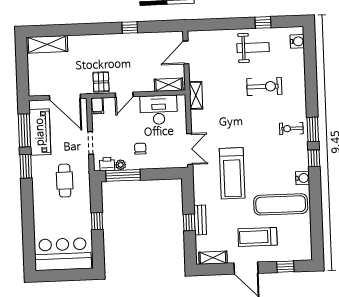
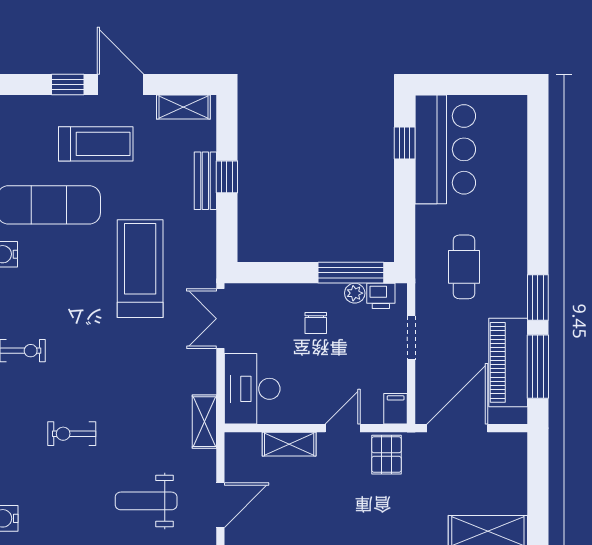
weight bench: (253, 48) -> (146, 501), moved
shelving: (169, 85) -> (289, 444), moved
exercise bike: (264, 86) -> (72, 434), width x0.73, depth x0.72
door: (65, 97) -> (457, 428), hinge flipped
desk: (159, 110) -> (252, 389), moved, turned 90
window: (97, 221) -> (405, 143), moved
bar counter: (63, 254) -> (445, 149), moved, turned -90
window: (285, 267) -> (68, 85), moved

